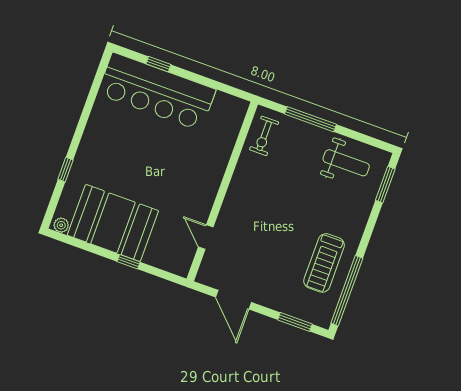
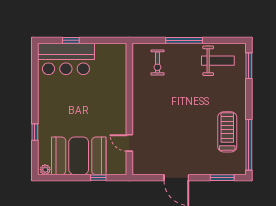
bar counter: (157, 92) -> (66, 59), width x0.73
wall: (222, 191) -> (129, 109), moved
door: (206, 237) -> (129, 143), moved
treadmill: (324, 263) -> (227, 132), turned 180

